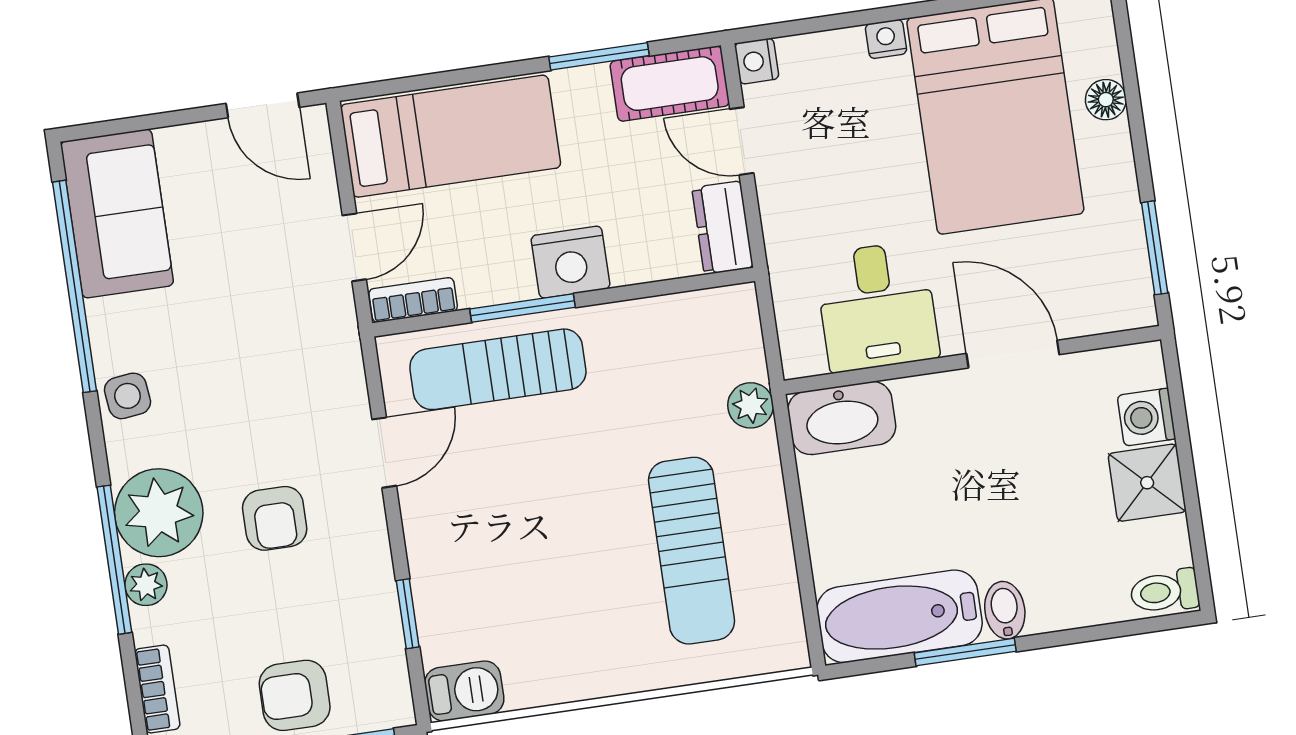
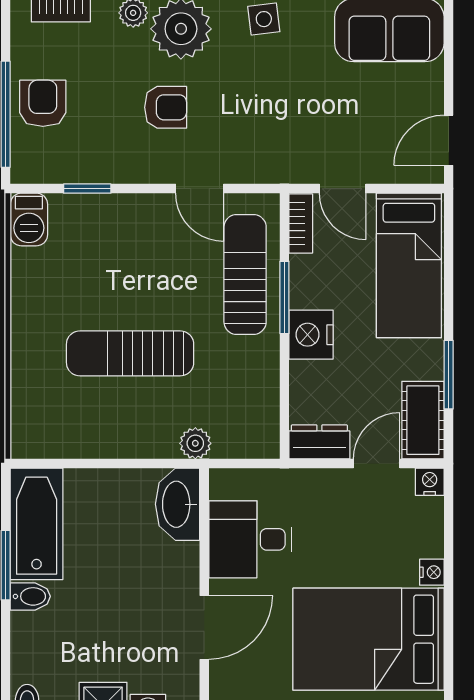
armchair: (275, 518) -> (166, 107), turned 180
sun lounger: (692, 551) -> (130, 353), moved

